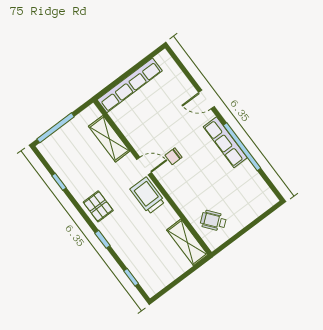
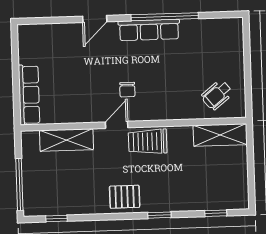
row of seats: (130, 85) -> (29, 95), width x0.73
window: (59, 182) -> (56, 218), moved

